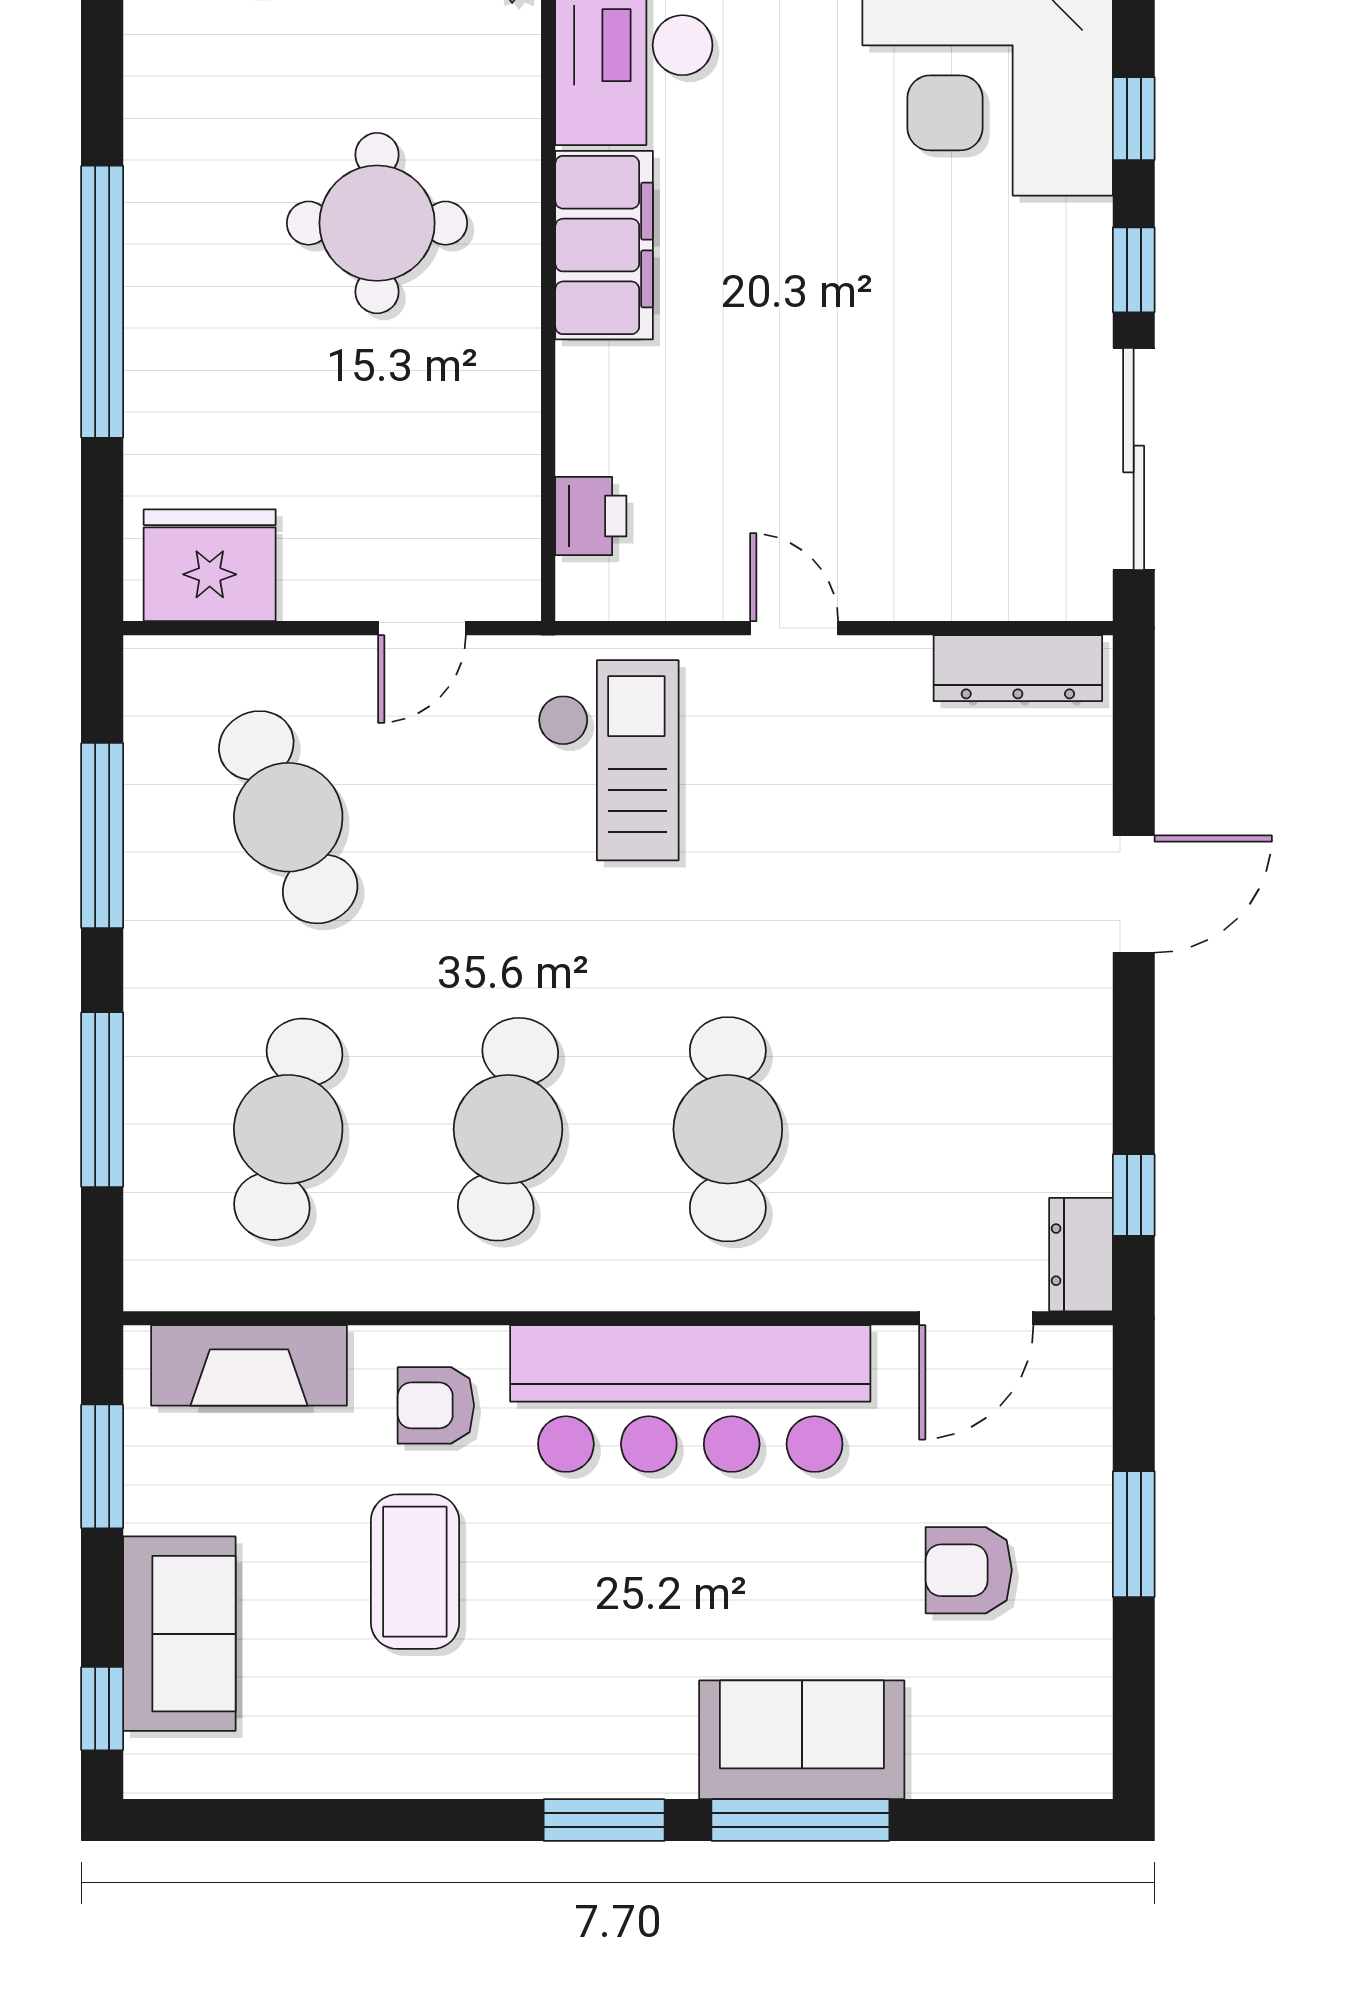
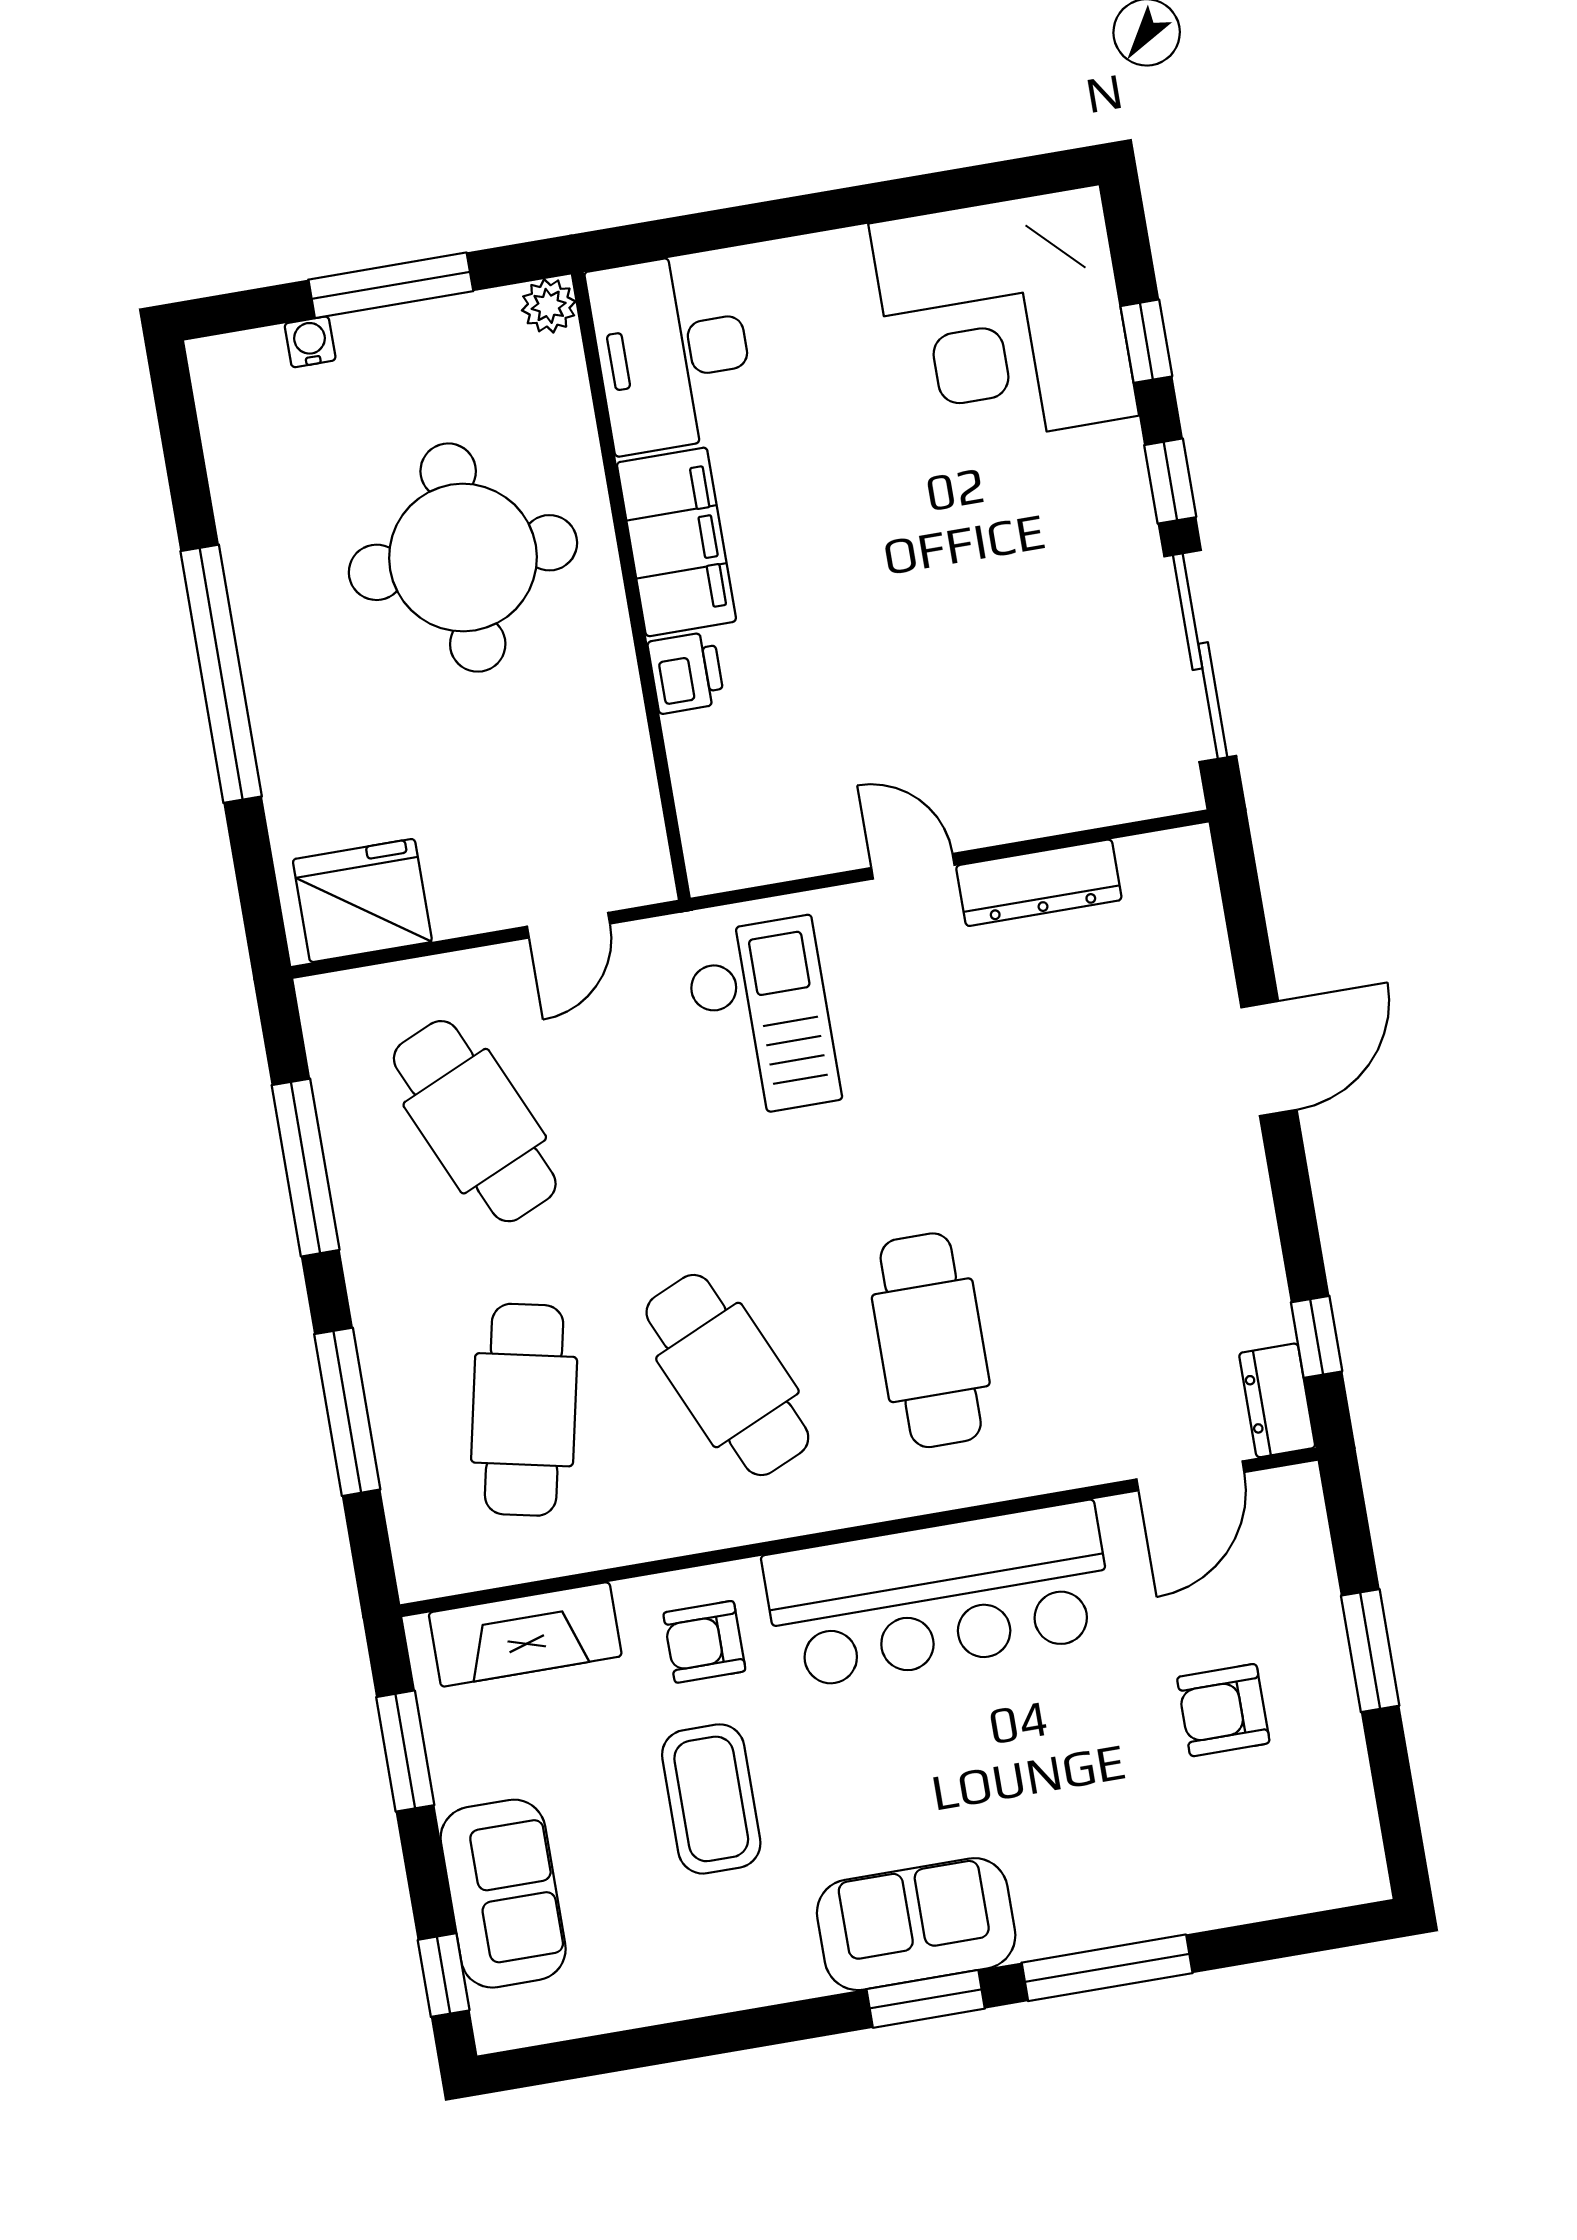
round table: (377, 223) -> (463, 558), width x1.36, depth x1.36
printer: (591, 516) -> (686, 673), moved
dresser: (1018, 668) -> (1039, 883), moved
cafe table: (508, 1129) -> (727, 1375), turned -33
sofa: (802, 1740) -> (916, 1924), moved

